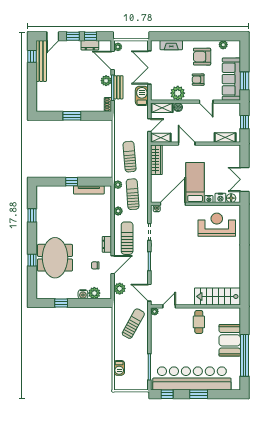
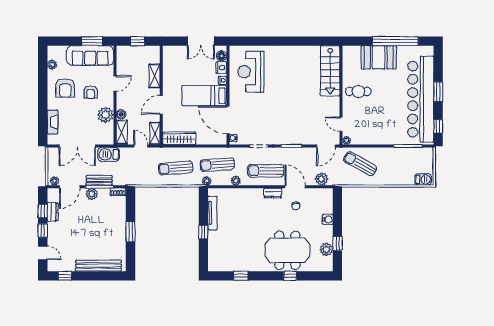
bench: (41, 61) -> (98, 266), moved
shelving: (225, 137) -> (155, 76), moved
plant: (94, 293) -> (326, 249), moved
barbecue: (119, 368) -> (423, 179), moved

